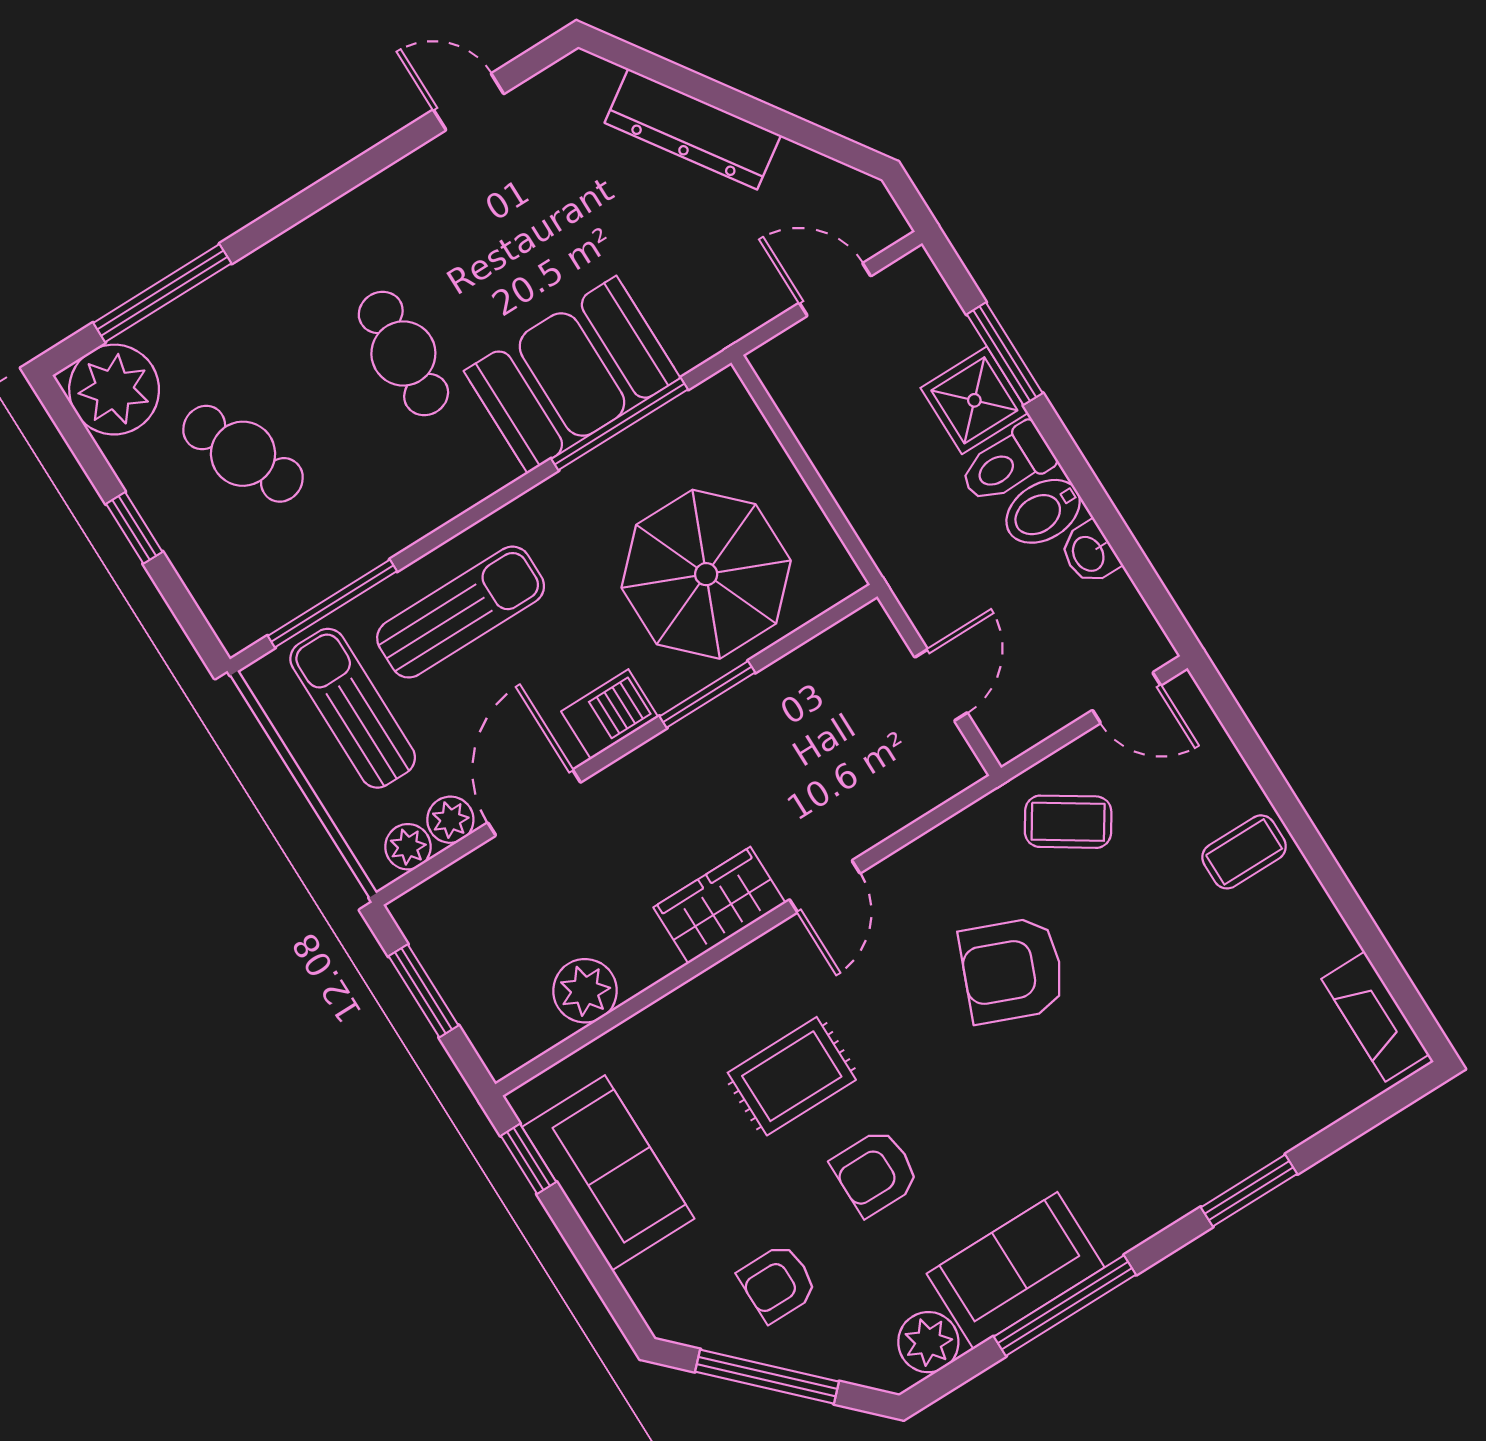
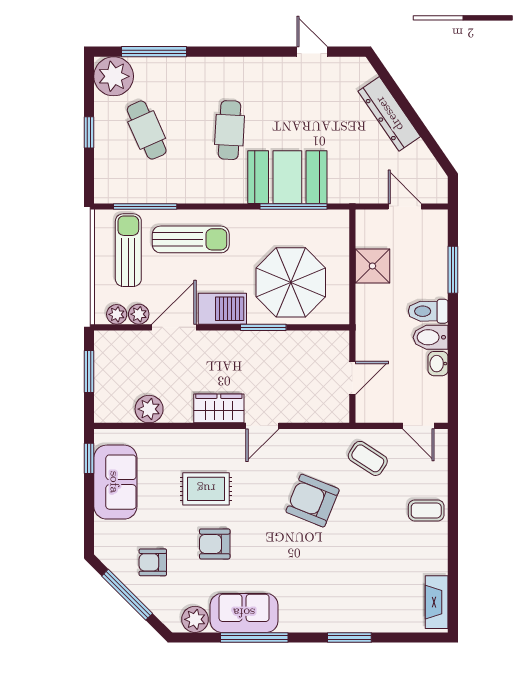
shower: (974, 400) -> (372, 266), moved
barbecue: (610, 714) -> (222, 309), width x1.38, depth x1.27

